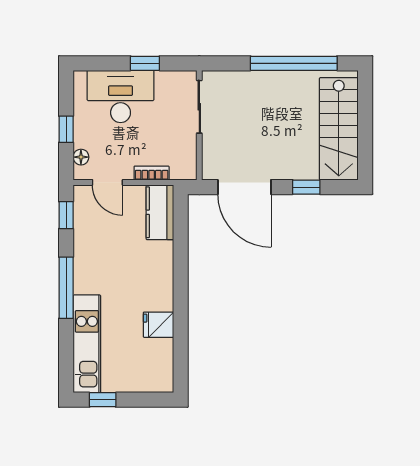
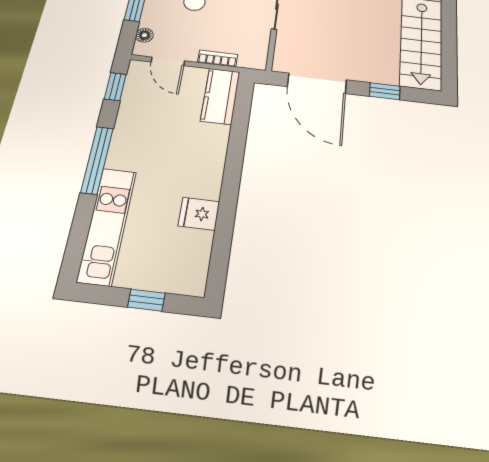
window: (103, 400) -> (146, 300), moved

